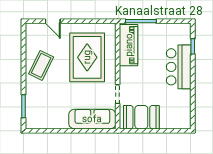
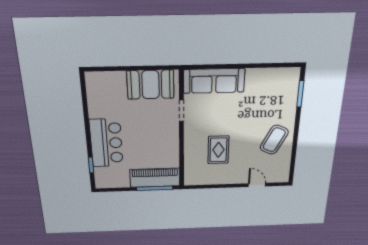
piano: (129, 45) -> (155, 178), moved, turned 90
rug: (87, 57) -> (218, 150), width x0.54, depth x0.49

